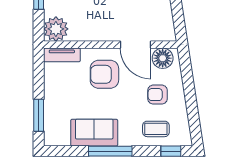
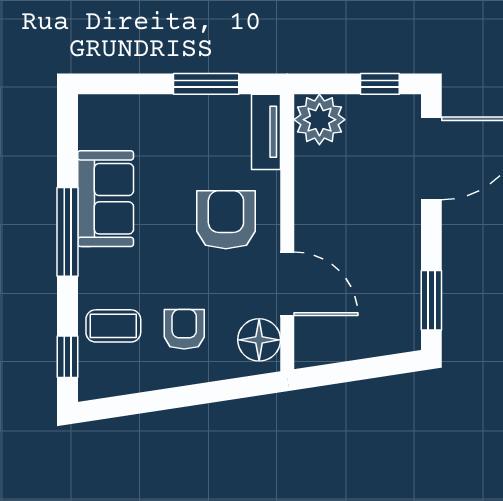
door: (135, 45) -> (287, 284), swing flipped
window: (39, 115) -> (206, 84), moved
coffee table: (156, 129) -> (113, 326), turned 90

